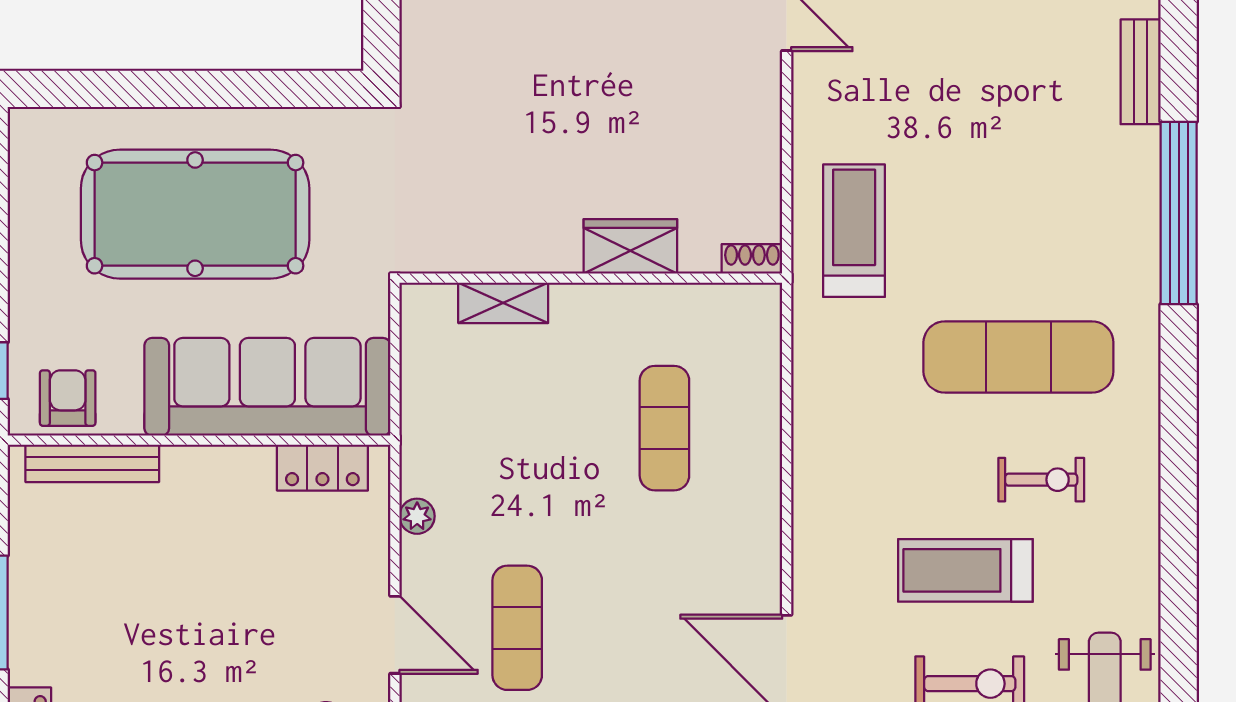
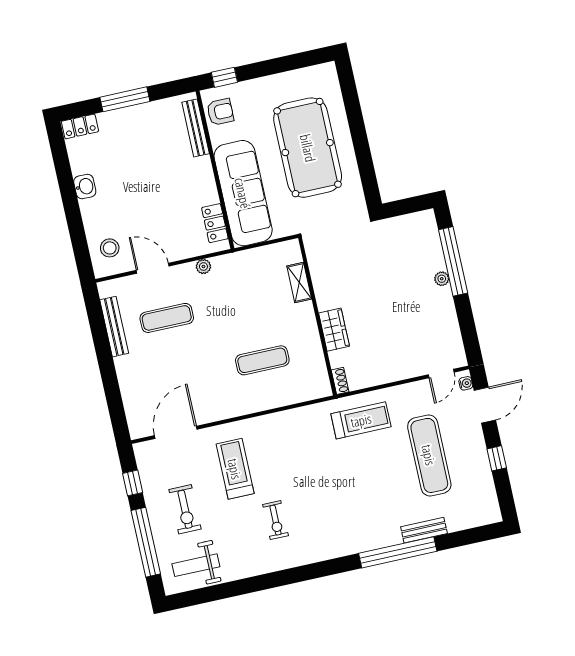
bench: (1141, 72) -> (424, 530), moved
exercise mat: (1018, 357) -> (429, 455), moved
treadmill: (965, 570) -> (235, 469), moved
door: (395, 635) -> (153, 268), swing flipped

